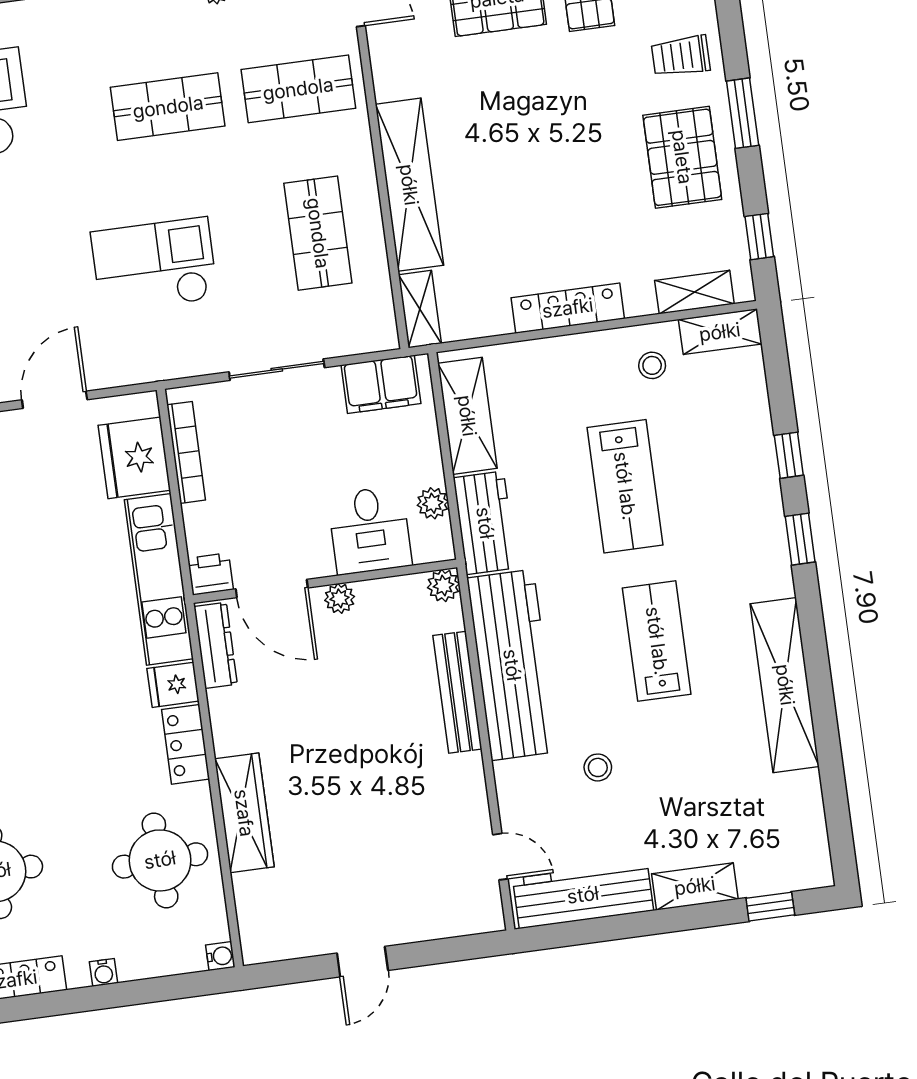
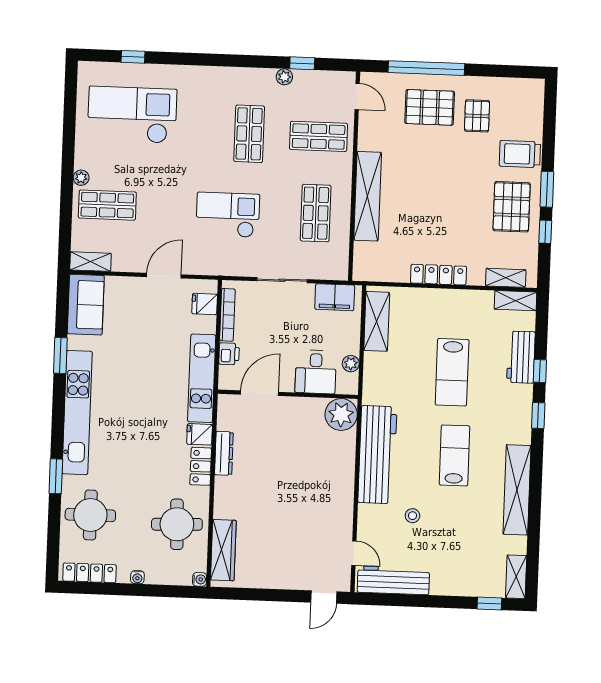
trolley: (681, 56) -> (520, 154), width x1.36, depth x1.39
shop shelf: (168, 107) -> (249, 134), turned 90
window: (759, 237) -> (545, 232), moved
shelving: (420, 309) -> (362, 262), removed
stool: (652, 365) -> (477, 312), removed
fridge: (134, 458) -> (205, 304), width x0.53, depth x0.75
workbench: (485, 523) -> (521, 357), moved, turned 180
printer: (210, 574) -> (229, 354), moved, turned 90
plant: (443, 586) -> (341, 414), width x1.88, depth x1.88
door: (272, 588) -> (260, 393), swing flipped
plant: (340, 598) -> (294, 405), removed
dresser: (216, 645) -> (224, 453), moved
bench: (457, 692) -> (346, 464), removed
wardrobe: (244, 813) -> (223, 550), moved
shelving: (695, 886) -> (516, 577), moved, turned 90
door: (362, 962) -> (324, 597), moved

